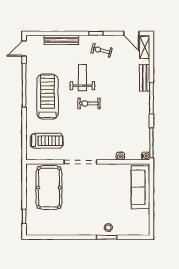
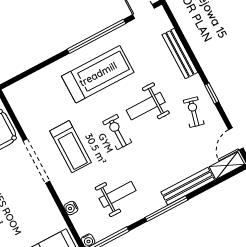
weight bench: (82, 78) -> (146, 106), turned 180
bench: (145, 78) -> (188, 186), width x1.36
weight bench: (127, 123) -> (118, 194), added
treadmill: (47, 141) -> (71, 147), moved

